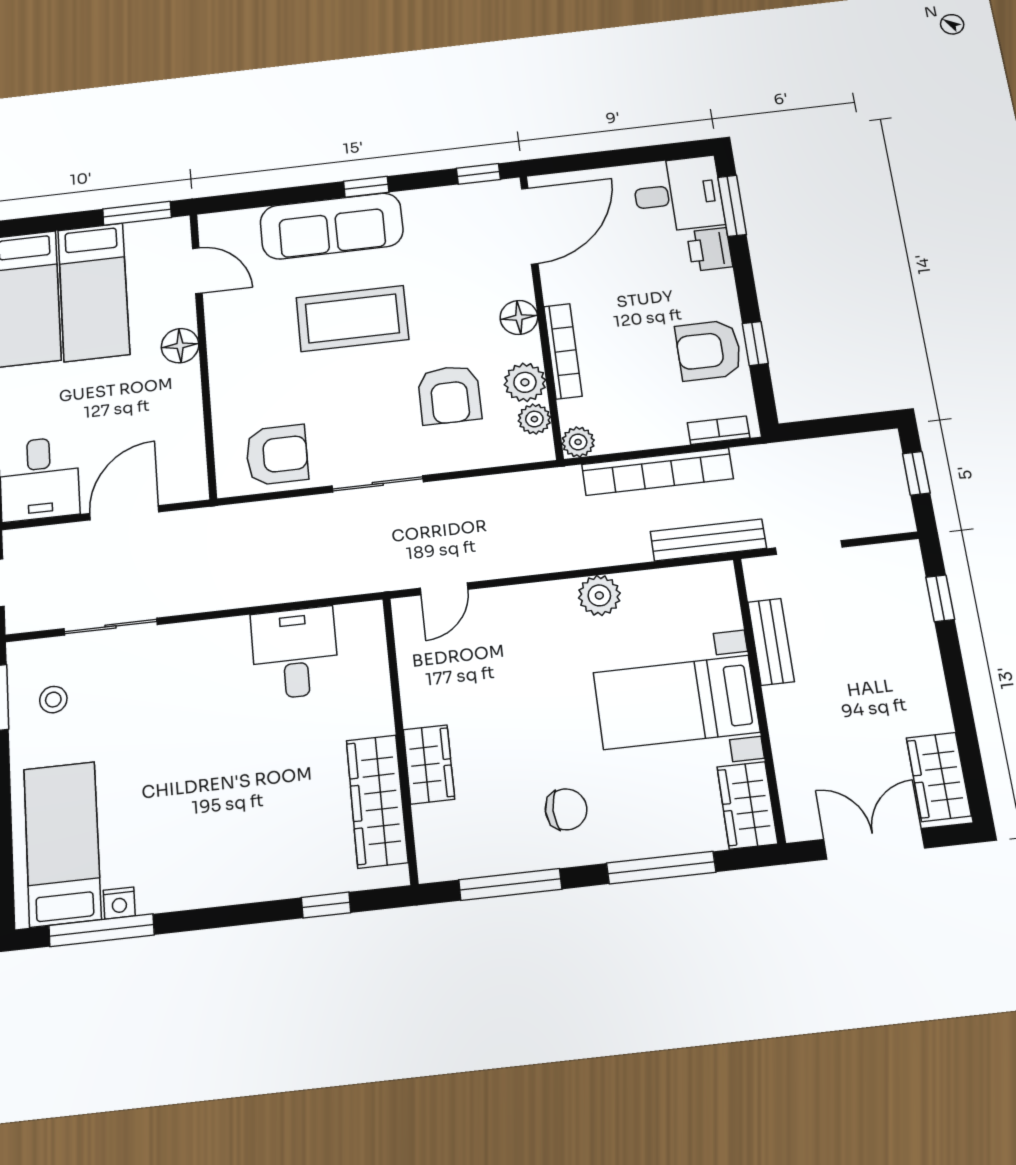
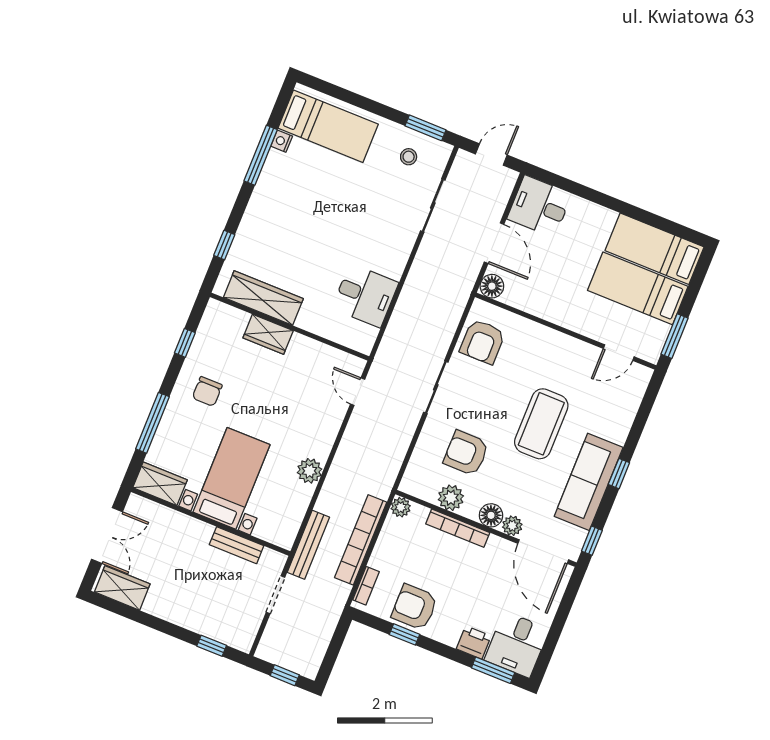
sofa: (332, 226) -> (589, 482), moved
floor lamp: (180, 346) -> (492, 286), moved
armchair: (709, 350) -> (415, 607), turned -90
plant: (534, 419) -> (512, 526), moved
window: (510, 884) -> (185, 343), width x0.46
window: (101, 930) -> (261, 155), moved

